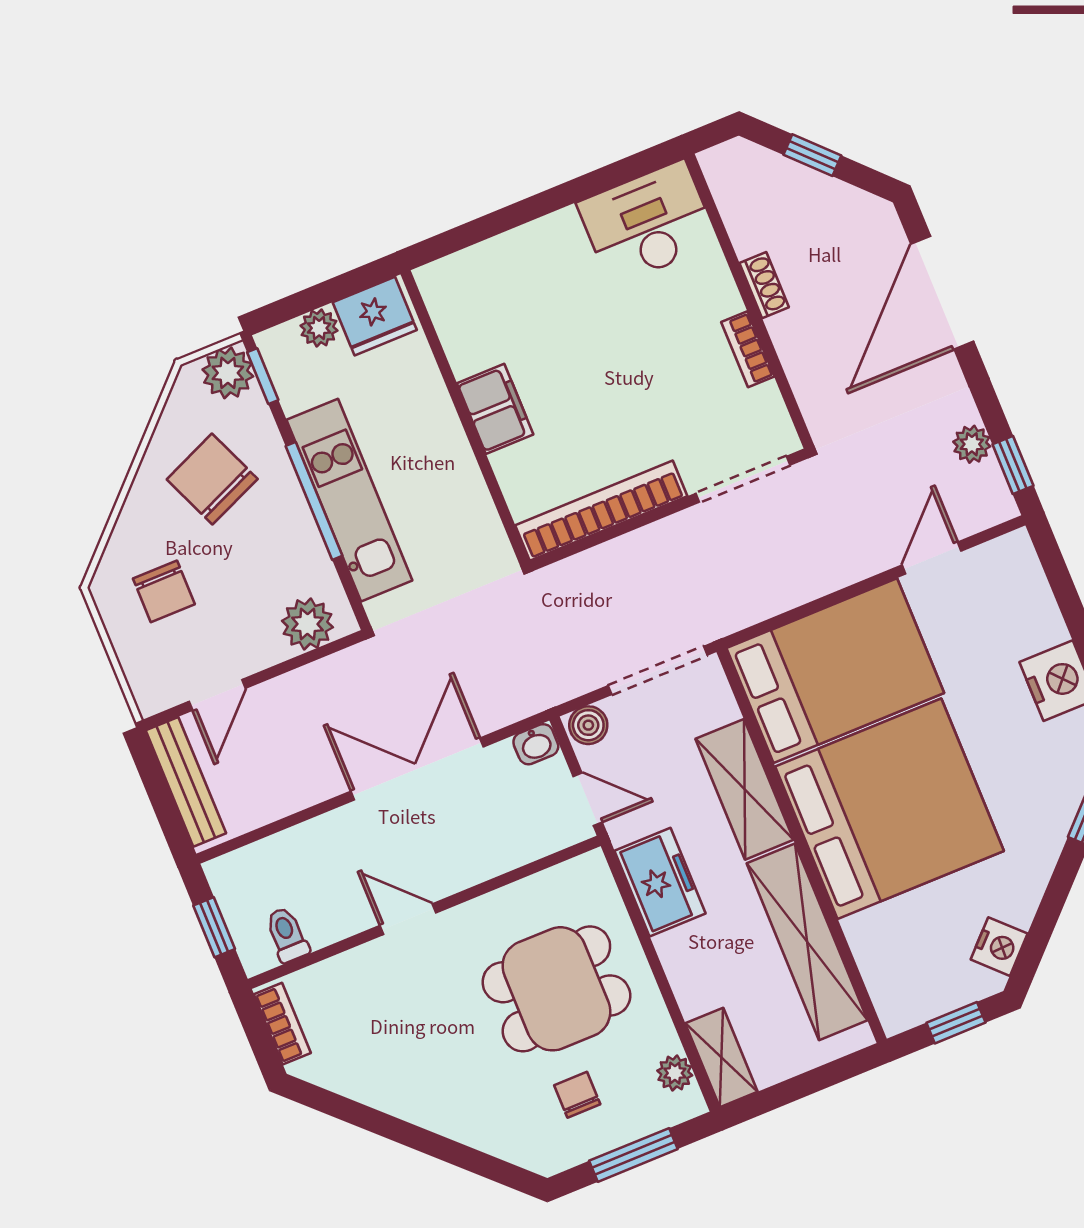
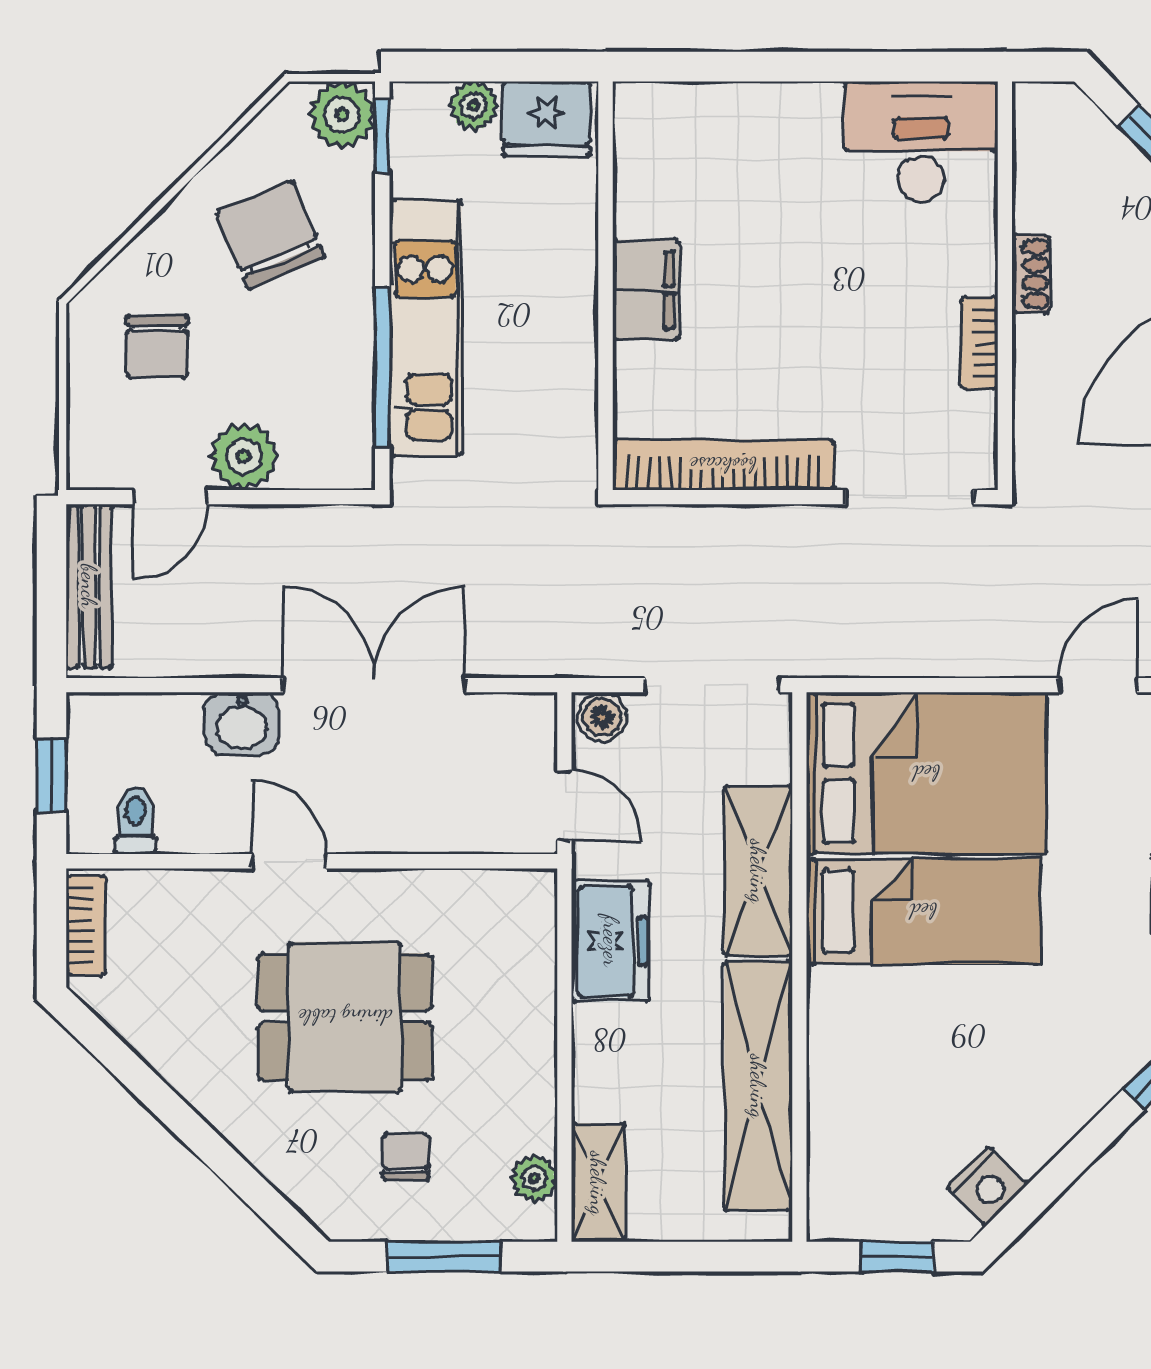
window: (314, 501) -> (382, 367), moved
plant: (308, 624) -> (244, 456), moved
washbasin: (536, 744) -> (242, 724), moved, width x1.38, depth x1.45
bed: (889, 809) -> (923, 911), width x0.49
dining table: (556, 989) -> (345, 1017), moved

